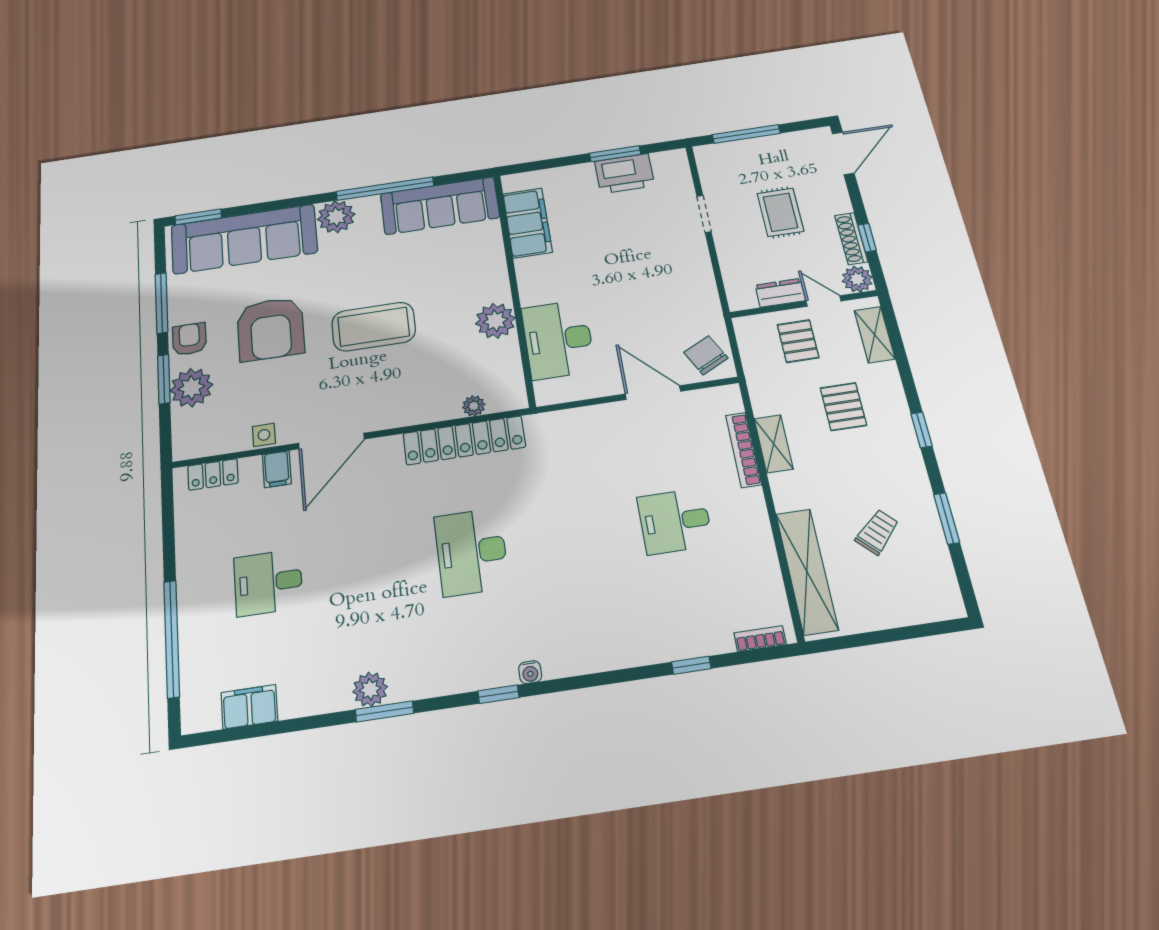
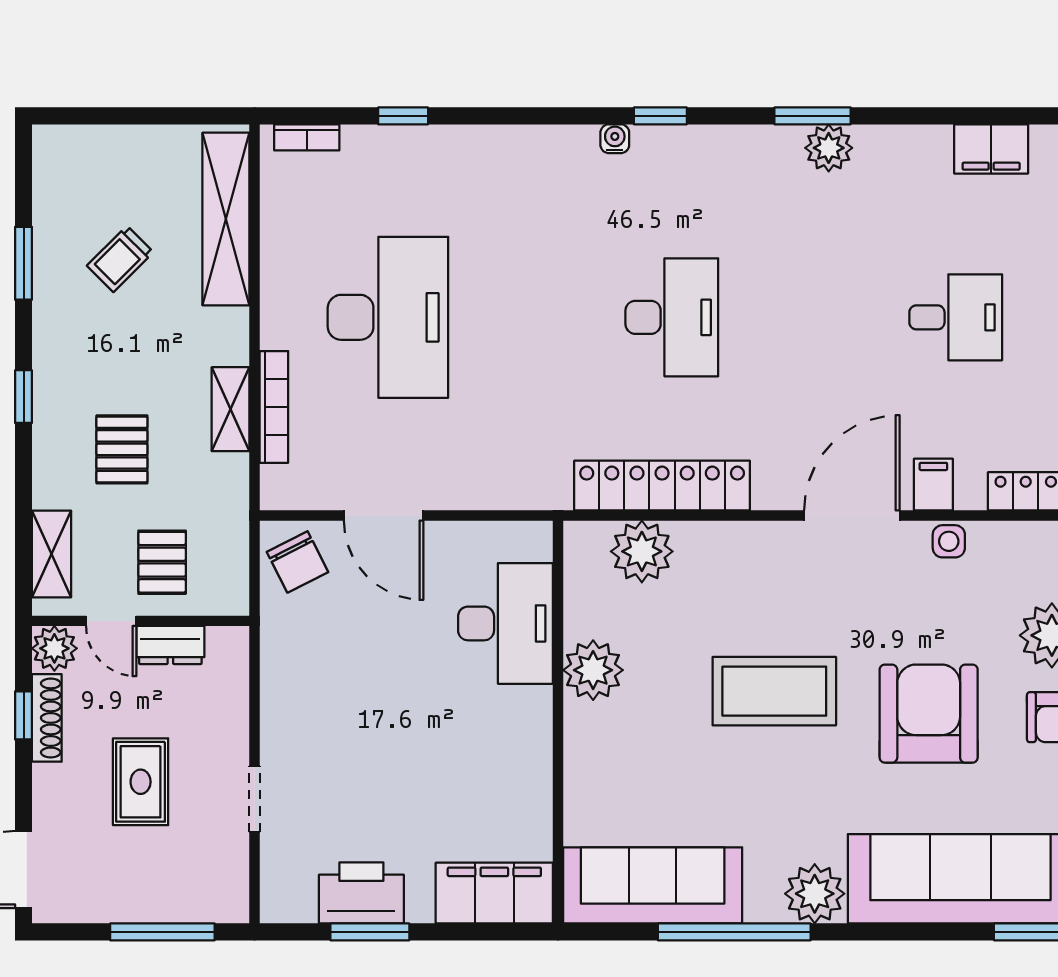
filing cabinet: (527, 223) -> (494, 893), moved, turned 90
plant: (474, 406) -> (642, 551), width x1.88, depth x1.88
desk: (675, 521) -> (388, 317), width x1.87, depth x1.30

